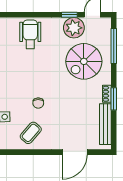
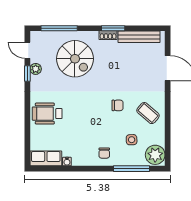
plant: (74, 28) -> (36, 69), width x0.53, depth x0.53

